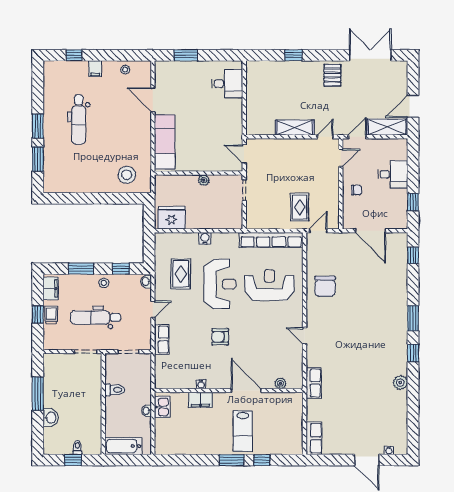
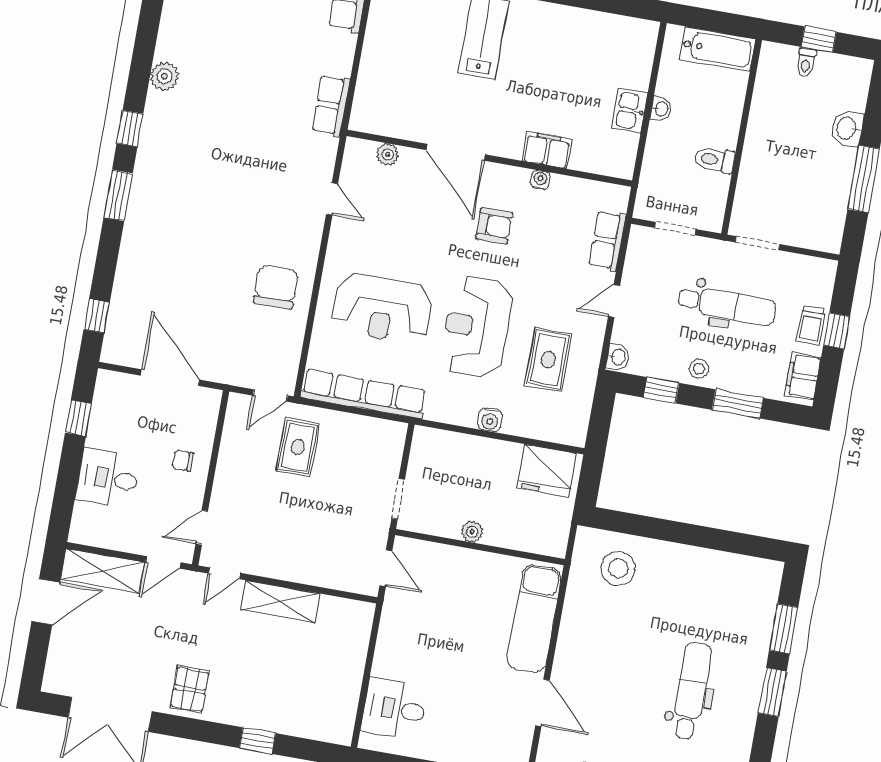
plant: (281, 383) -> (388, 154), moved
water cooler: (201, 384) -> (540, 180), moved
wall: (229, 391) -> (489, 158), moved
door: (246, 391) -> (456, 152), moved
filing cabinet: (200, 400) -> (547, 150), moved

